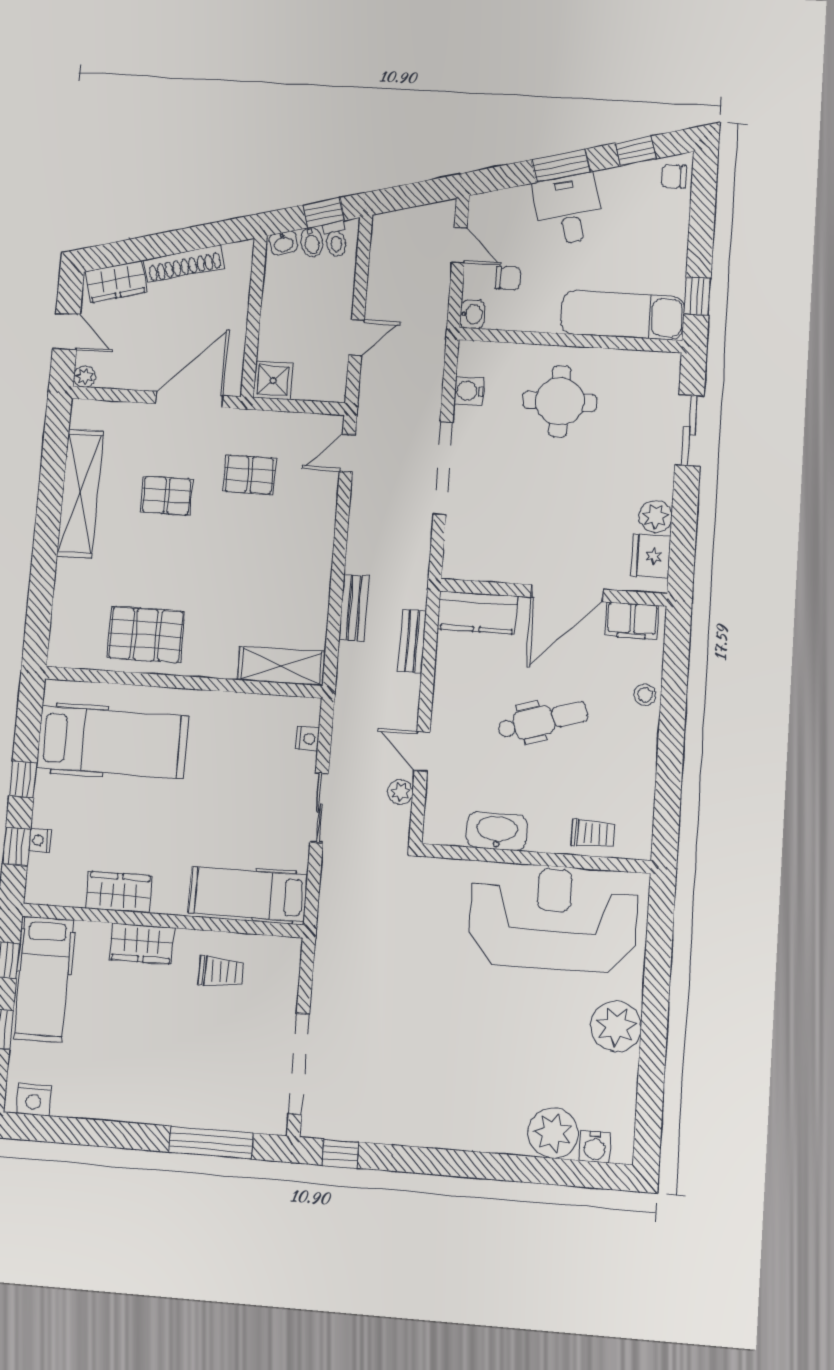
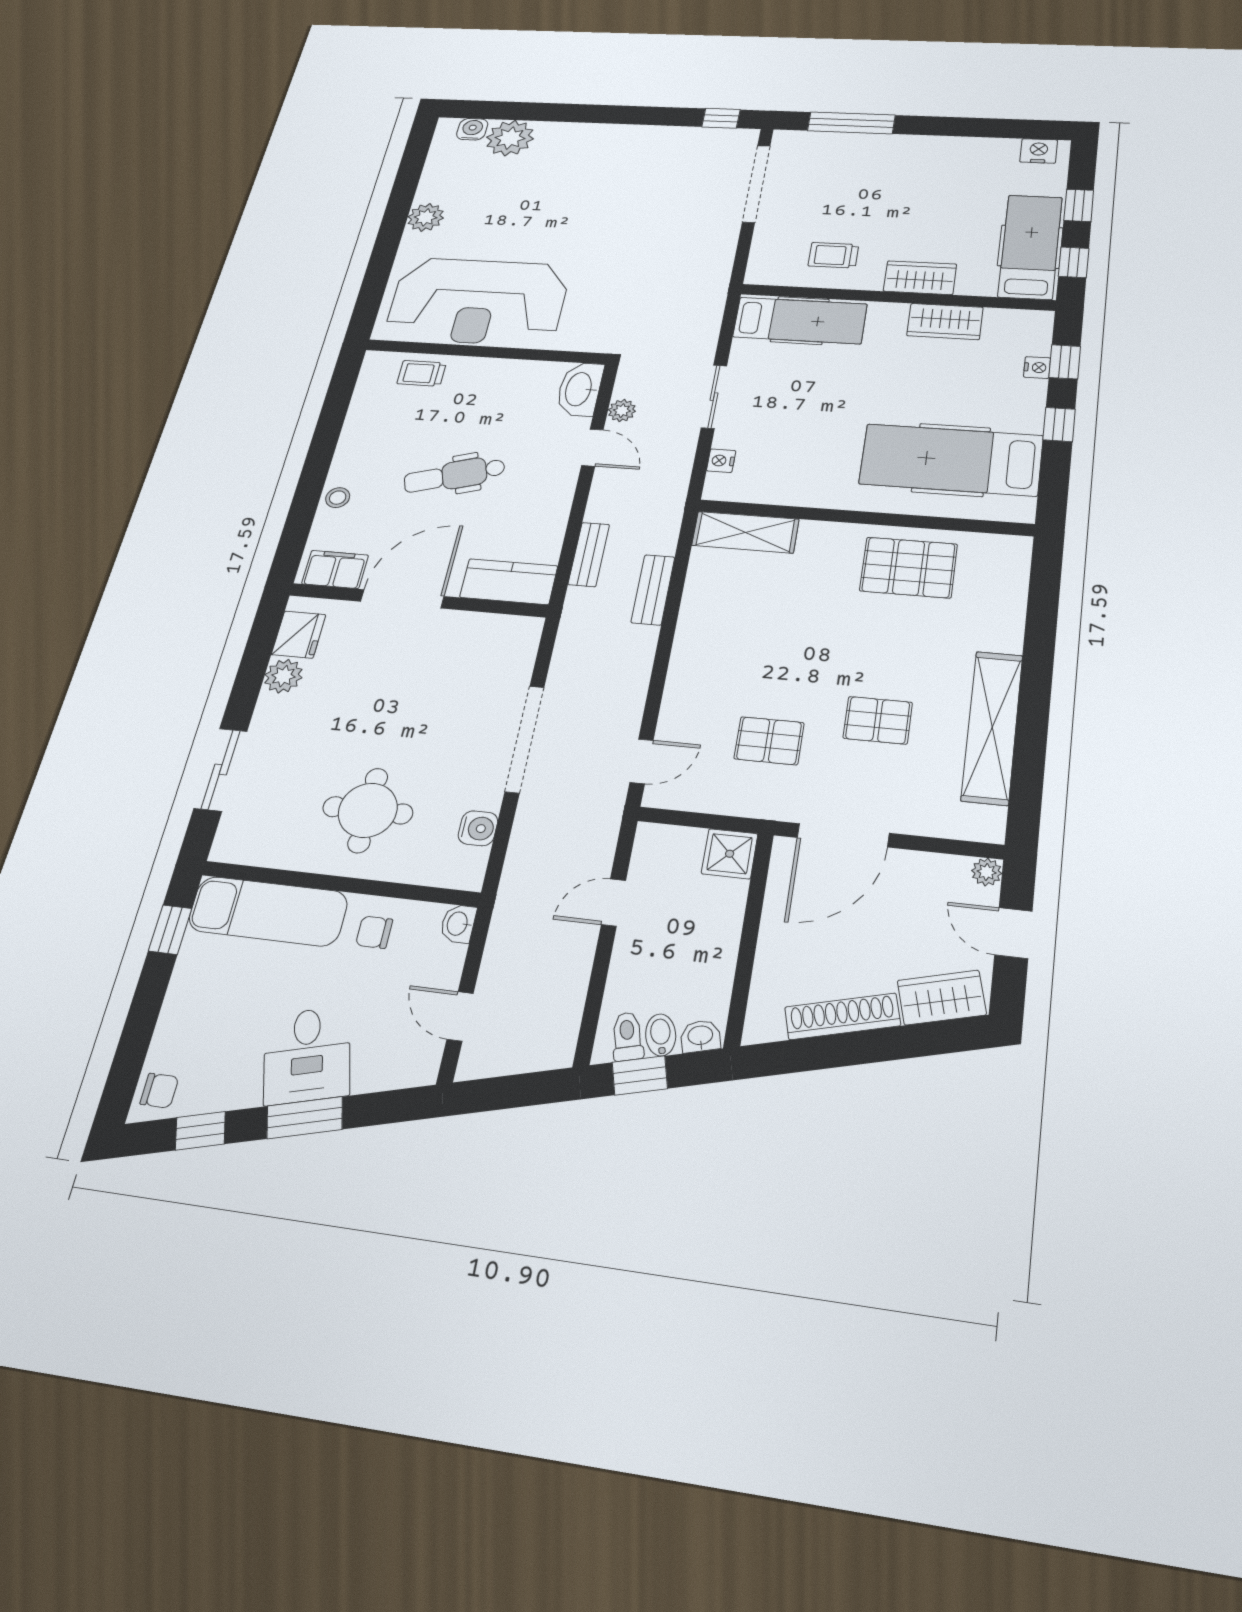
chair: (508, 278) -> (374, 932), moved
washbasin: (497, 831) -> (580, 389), moved, turned 90
plant: (616, 1026) -> (426, 217), width x0.73, depth x0.73

